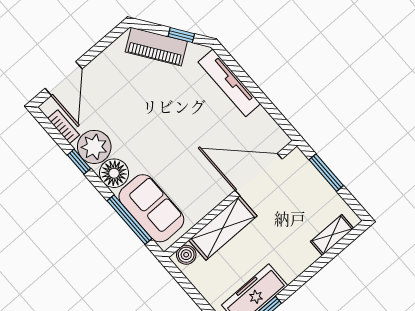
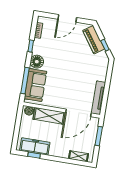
door: (64, 79) -> (67, 18), moved
tv unit: (229, 83) -> (98, 98), moved
plant: (94, 147) -> (40, 47), removed
door: (259, 175) -> (78, 113), swing flipped

